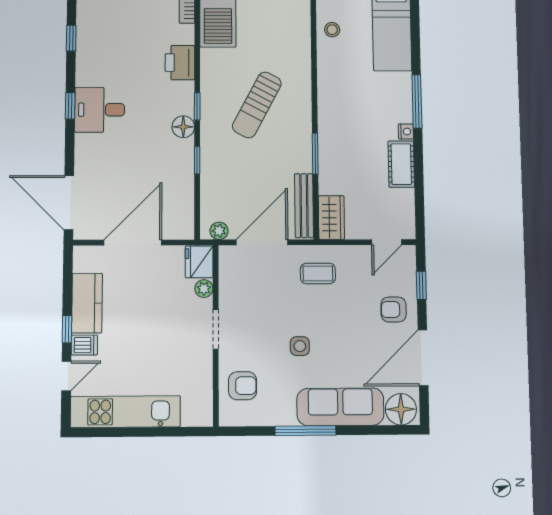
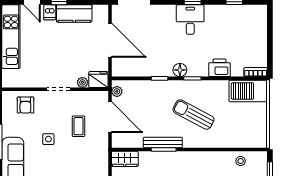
bench: (304, 206) -> (163, 143), moved
coffee table: (318, 273) -> (79, 126), moved

